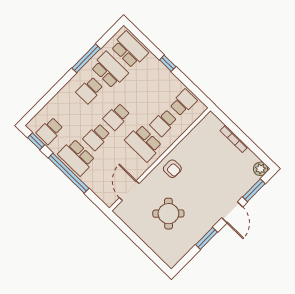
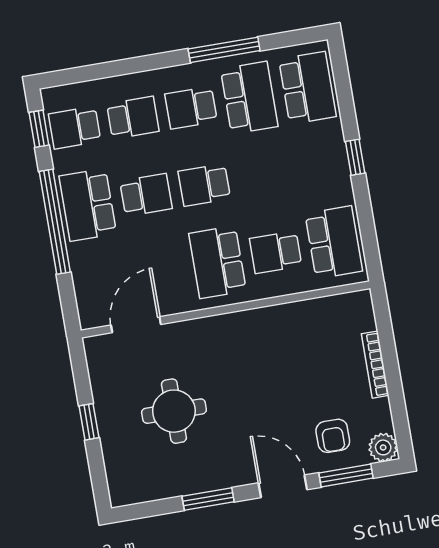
school desk: (183, 103) -> (334, 242), width x1.85
school desk: (70, 111) -> (133, 118), added
school desk: (97, 137) -> (146, 195), turned 180
armchair: (172, 169) -> (333, 436), moved
door: (232, 212) -> (283, 486), swing flipped
round table: (168, 214) -> (174, 411), turned 45
window: (138, 242) -> (89, 422), added

